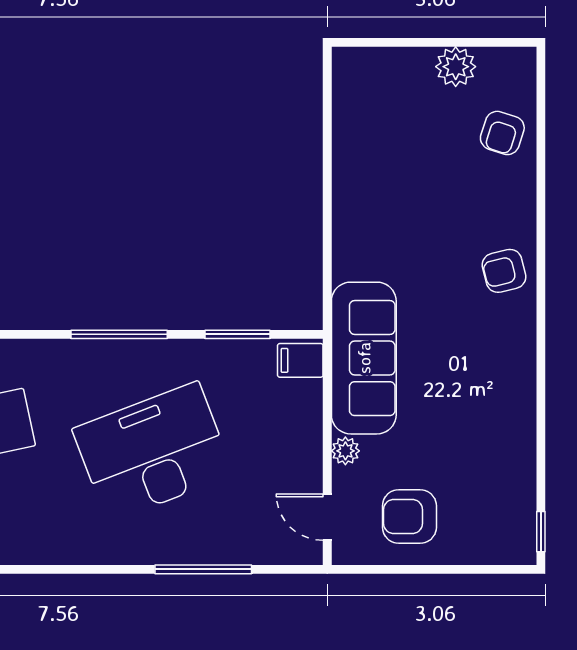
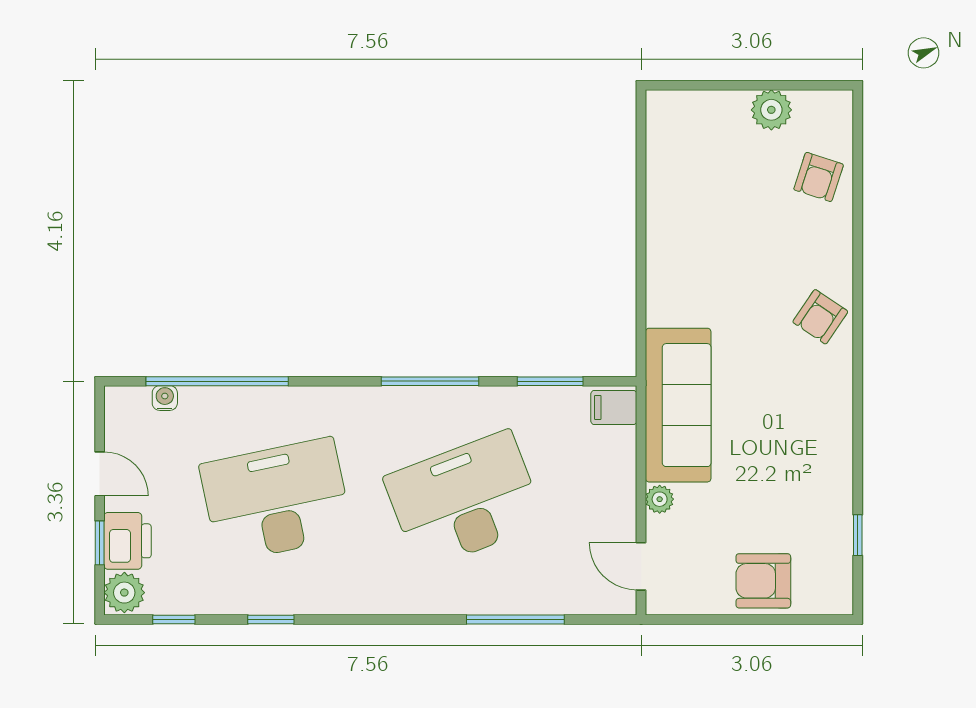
armchair: (504, 271) -> (820, 317), turned -42
armchair: (409, 517) -> (763, 581), moved
window: (541, 532) -> (858, 535), moved

